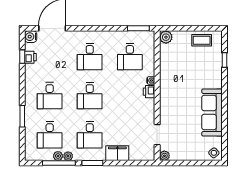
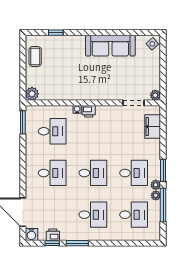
window: (22, 116) -> (77, 243), moved
filing cabinet: (117, 153) -> (153, 126), moved
plant: (58, 156) -> (156, 185), moved

